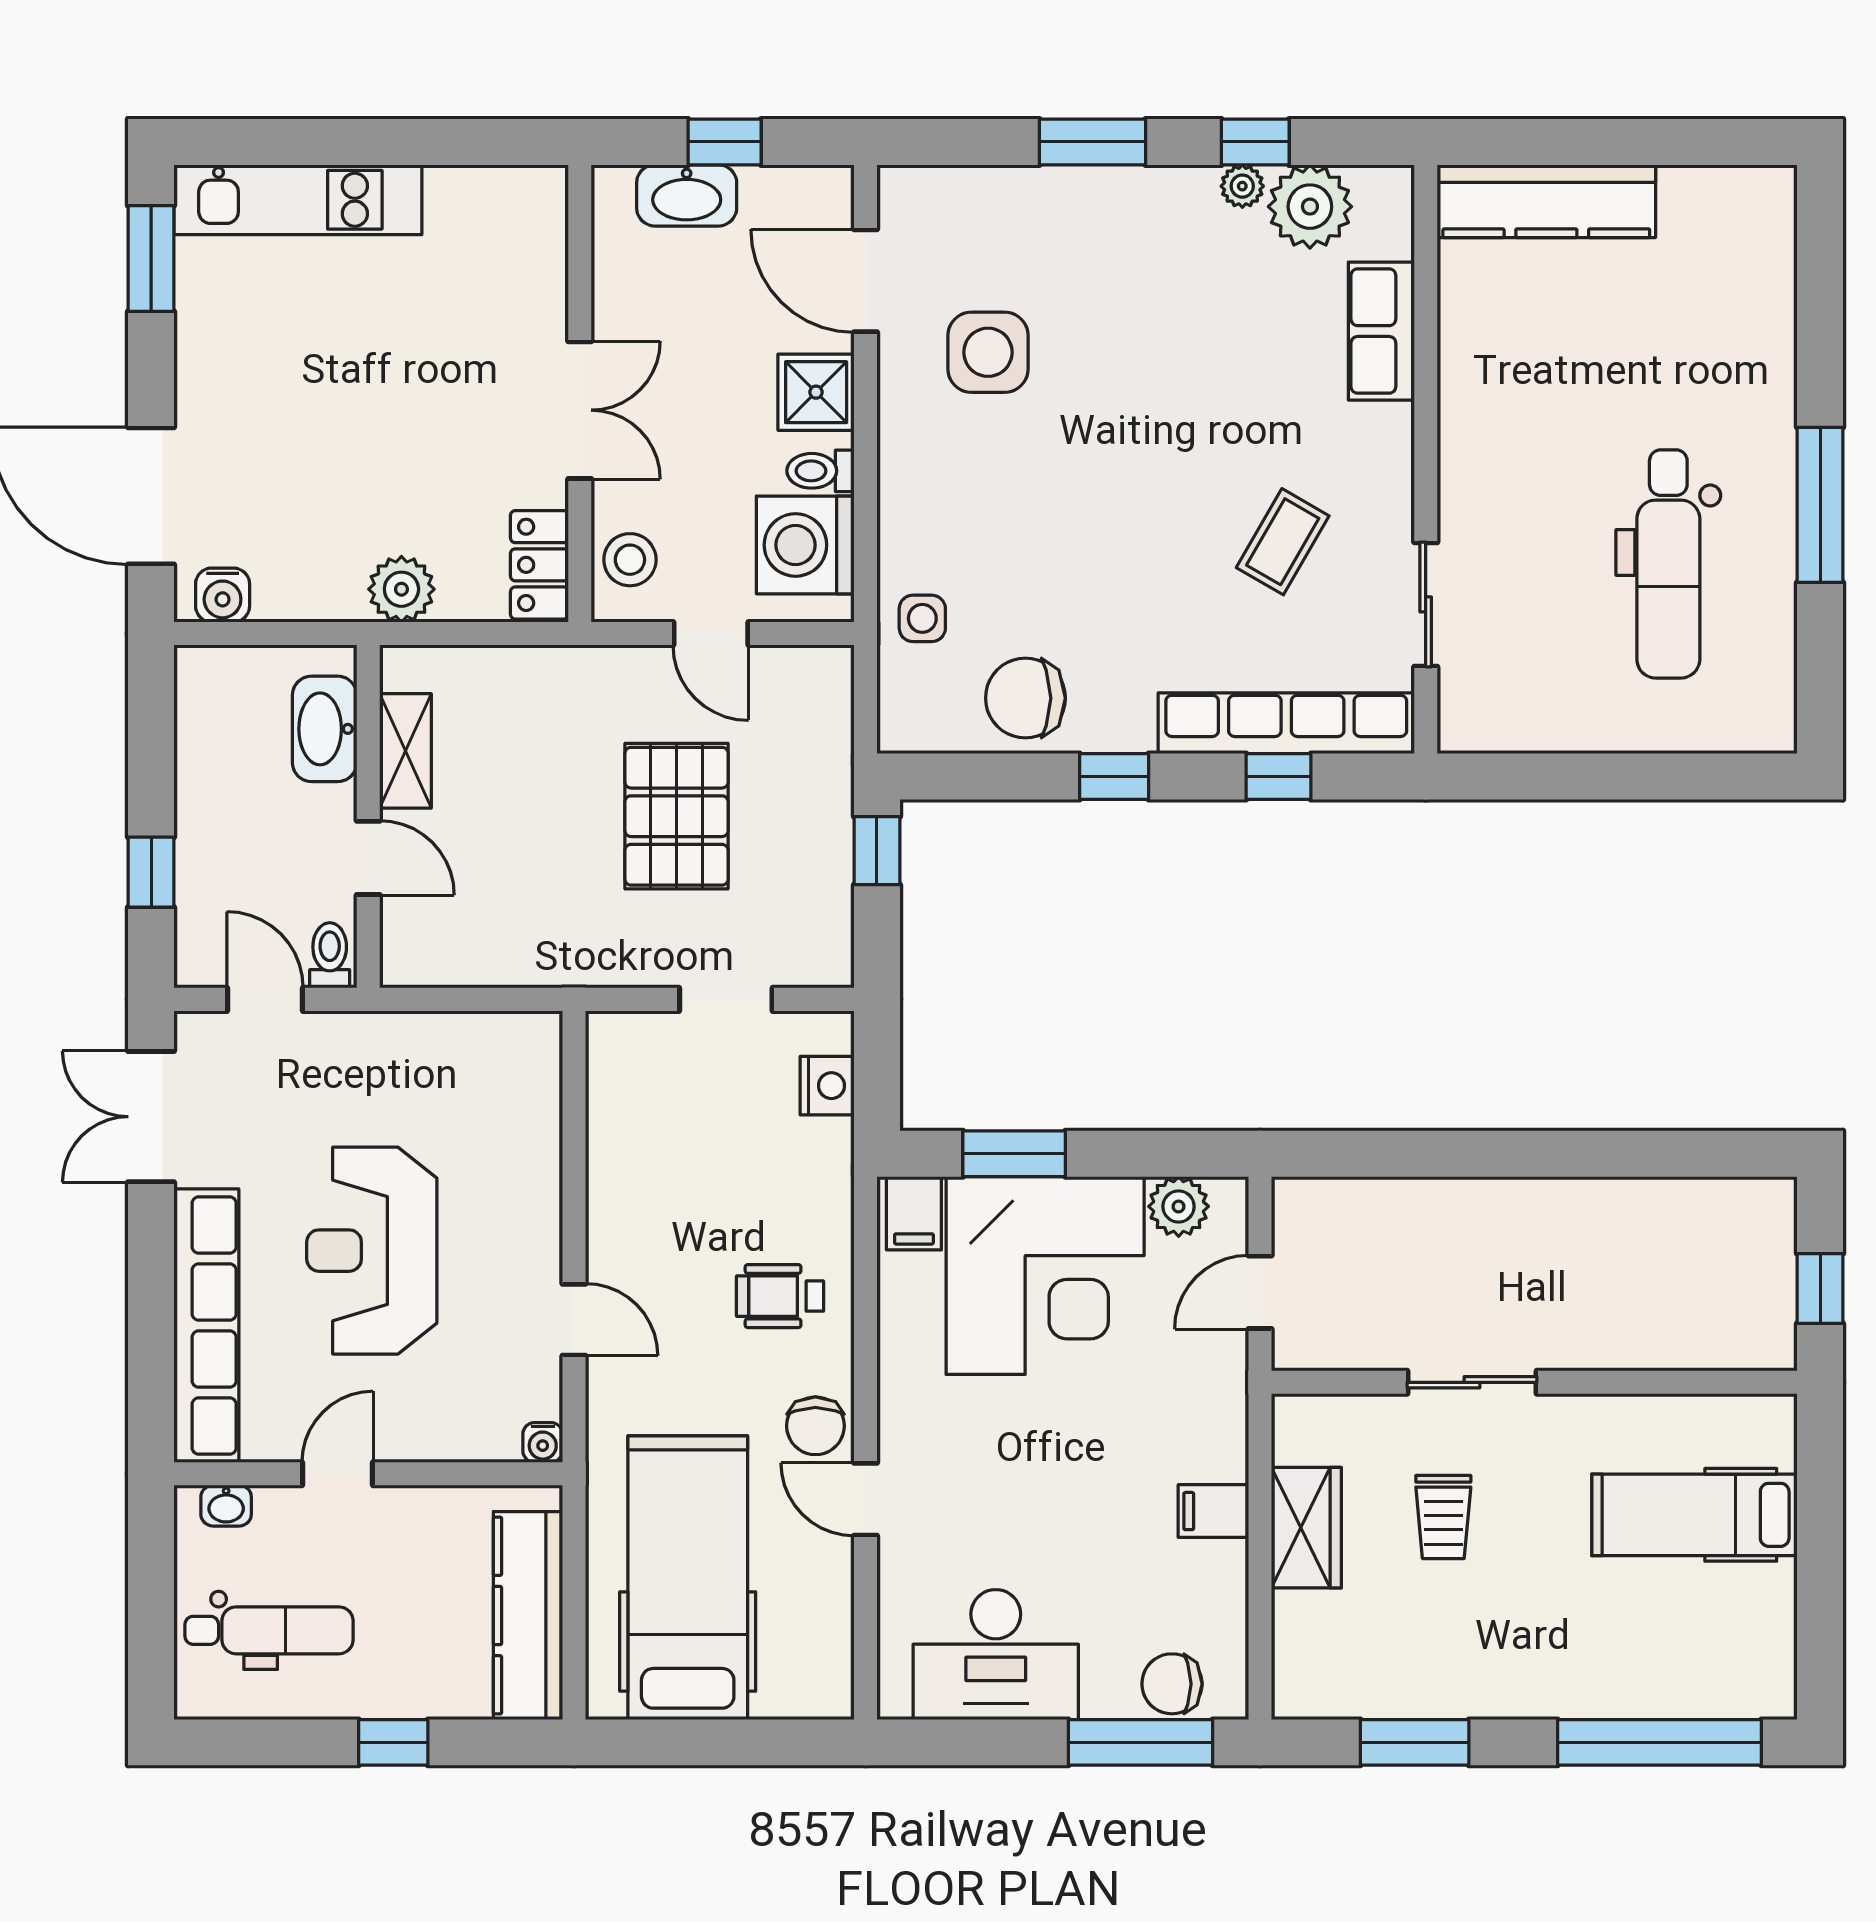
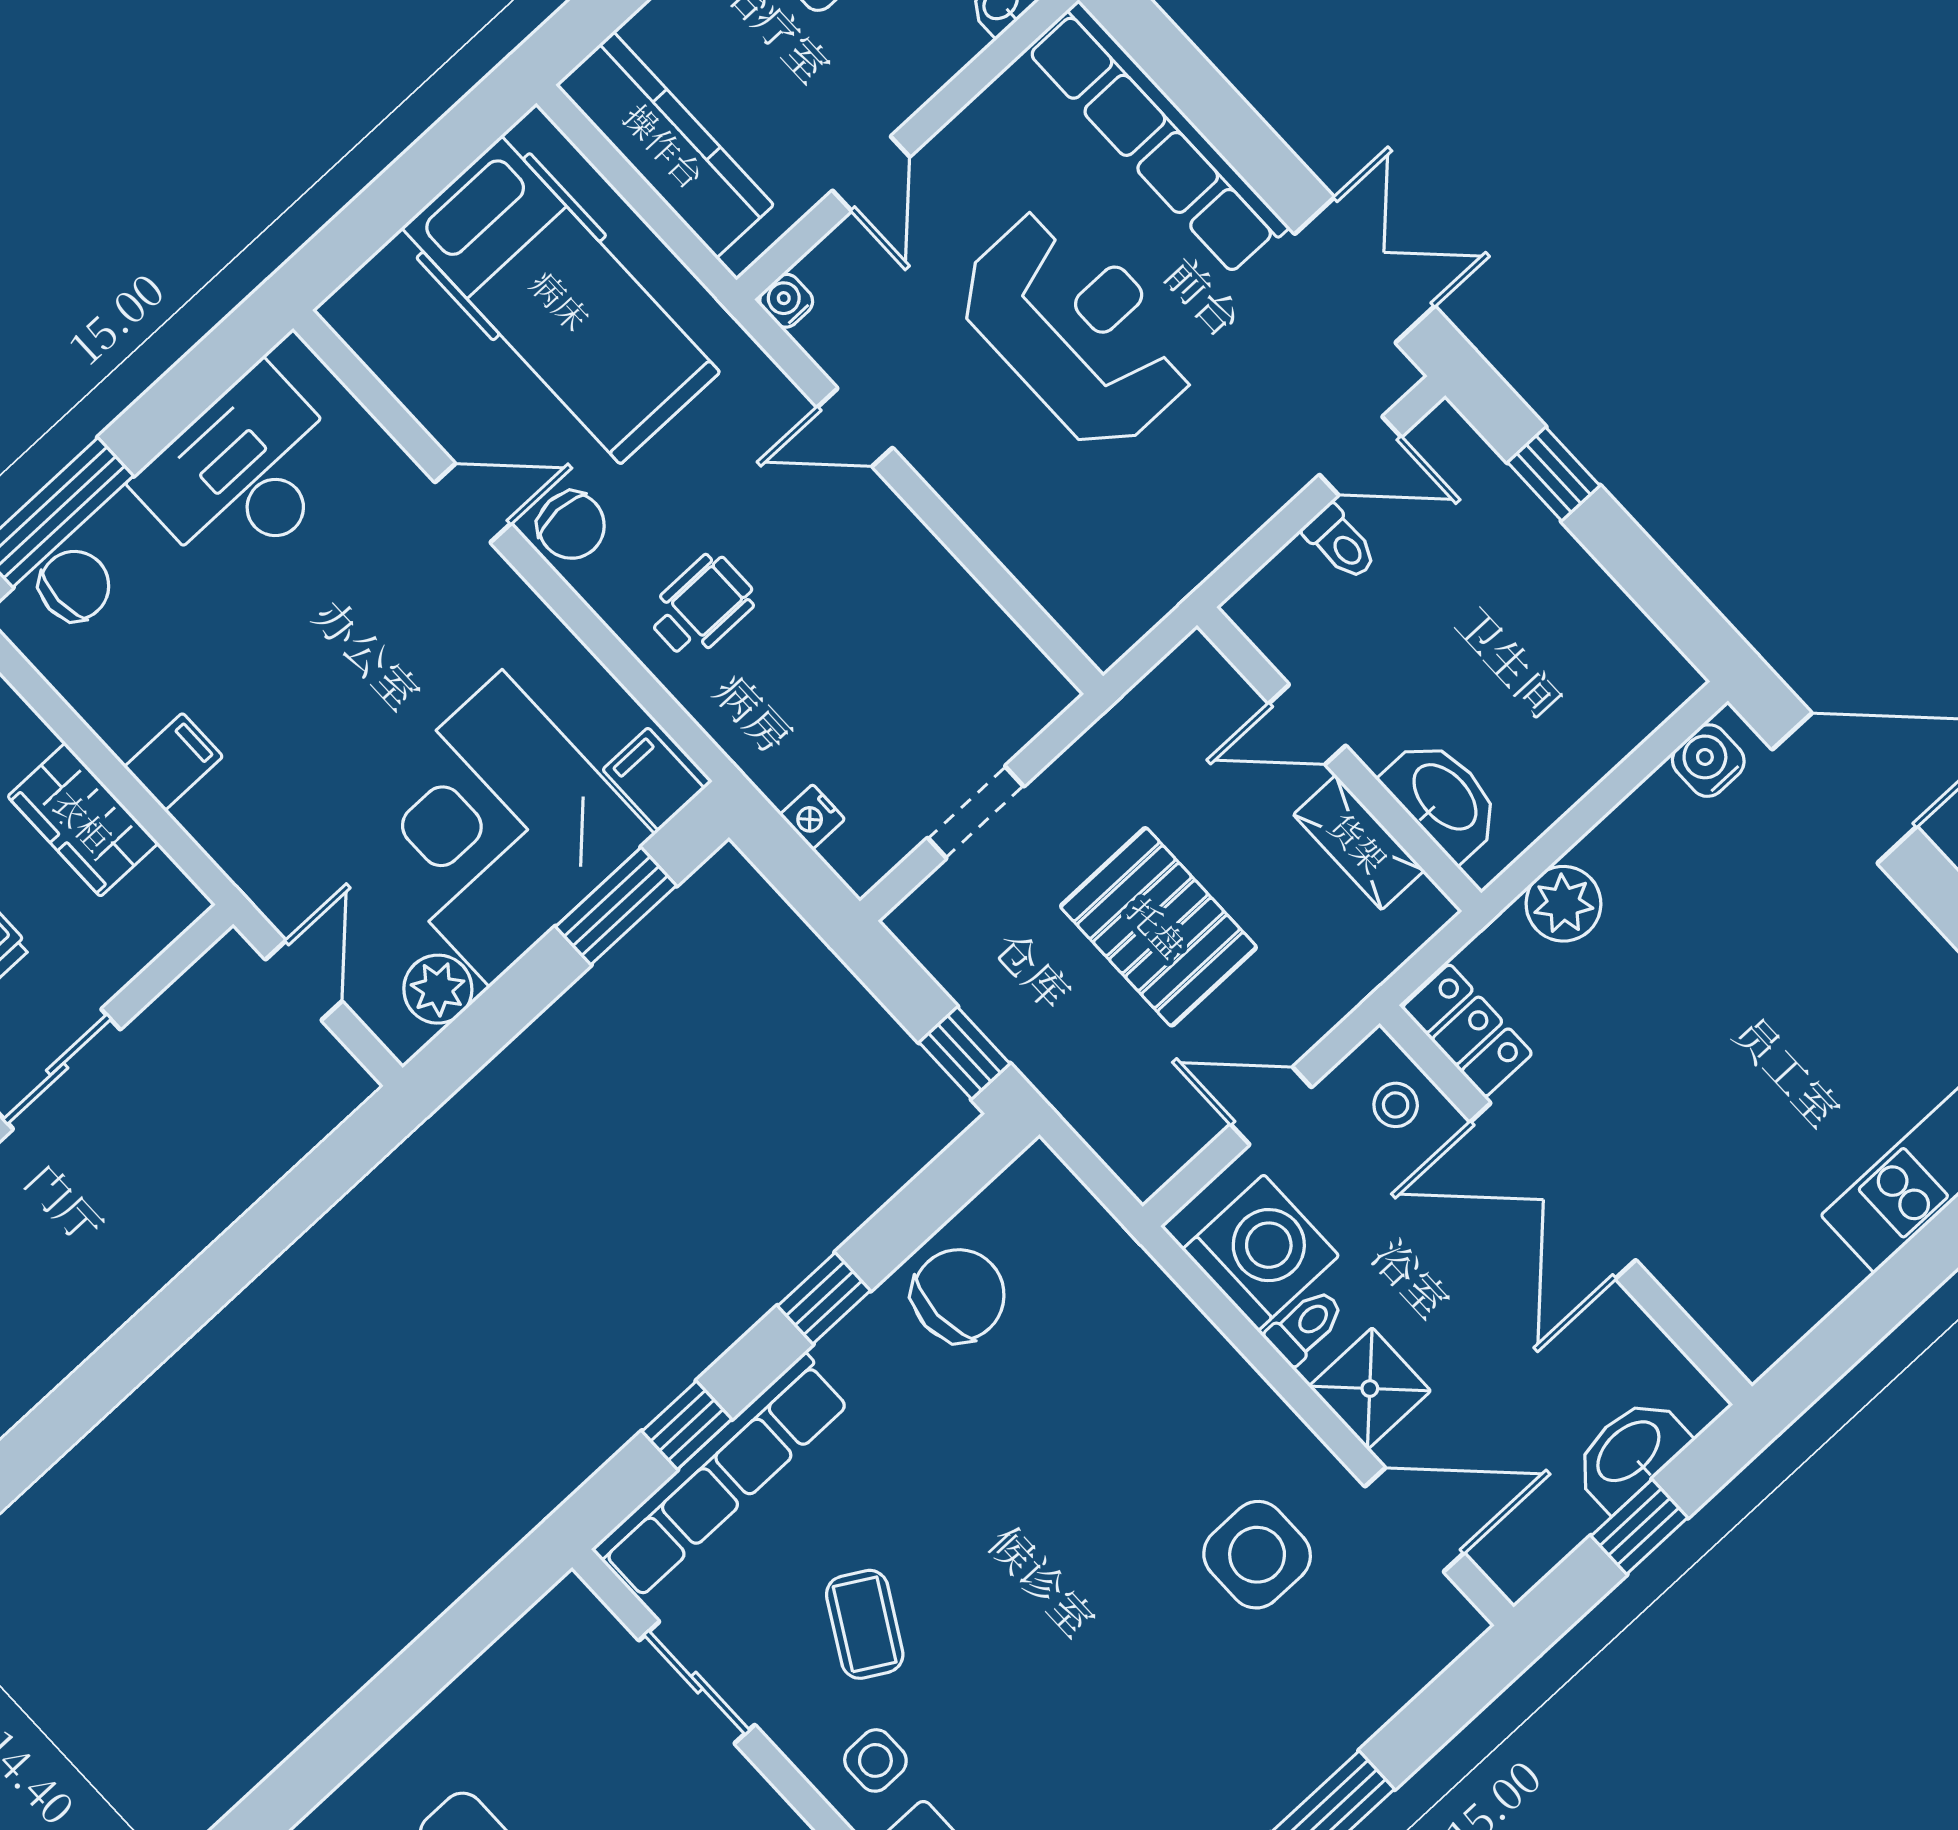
double door: (580, 410) -> (1553, 1191), width x1.37
stool: (630, 560) -> (1396, 1105), width x0.73, depth x0.73
side table: (922, 618) -> (875, 1760), moved
washbasin: (325, 729) -> (1443, 798), moved
shelving: (405, 751) -> (1359, 842), moved
wall: (368, 816) -> (1339, 759), moved
door: (368, 858) -> (1307, 725), moved
nightstand: (827, 1086) -> (812, 817), width x0.72, depth x0.74
chair: (815, 1426) -> (571, 525), turned 180
door: (337, 1474) -> (871, 174), moved

